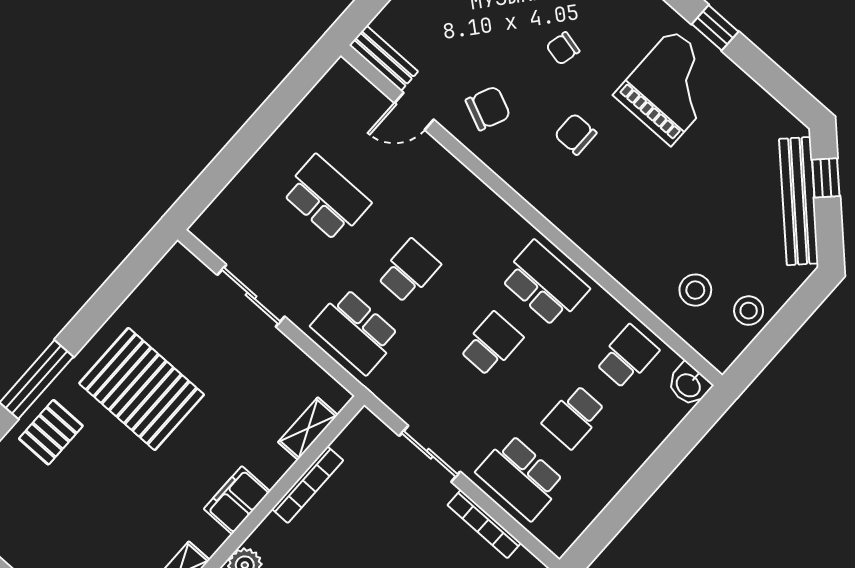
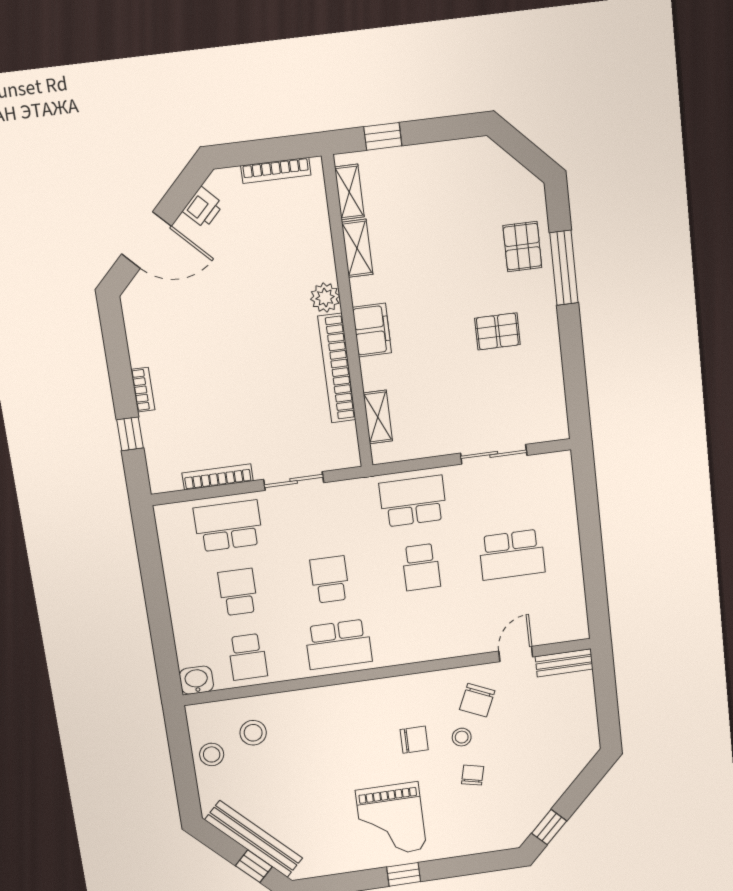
stool: (535, 91) -> (462, 737), added
school desk: (491, 344) -> (330, 579), turned 180
pallet: (142, 389) -> (497, 331), width x0.49, depth x0.50
bookcase: (308, 485) -> (337, 368), width x1.48, depth x1.31

